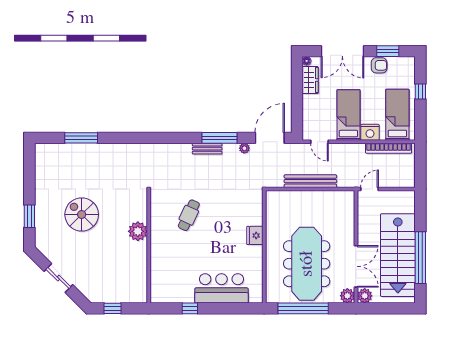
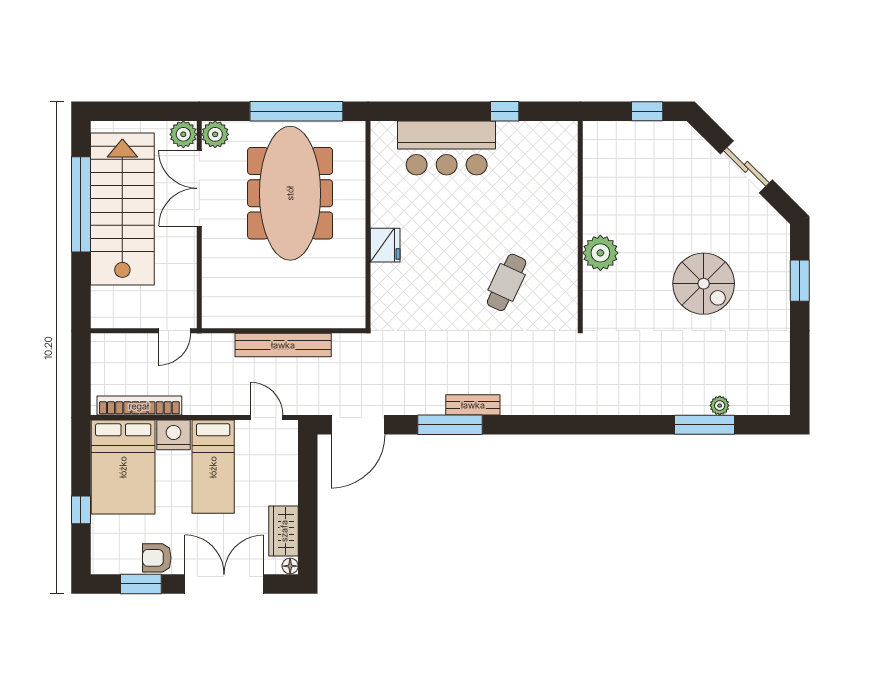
bed: (397, 115) -> (123, 467), width x1.50
plant: (244, 148) -> (720, 406), moved

